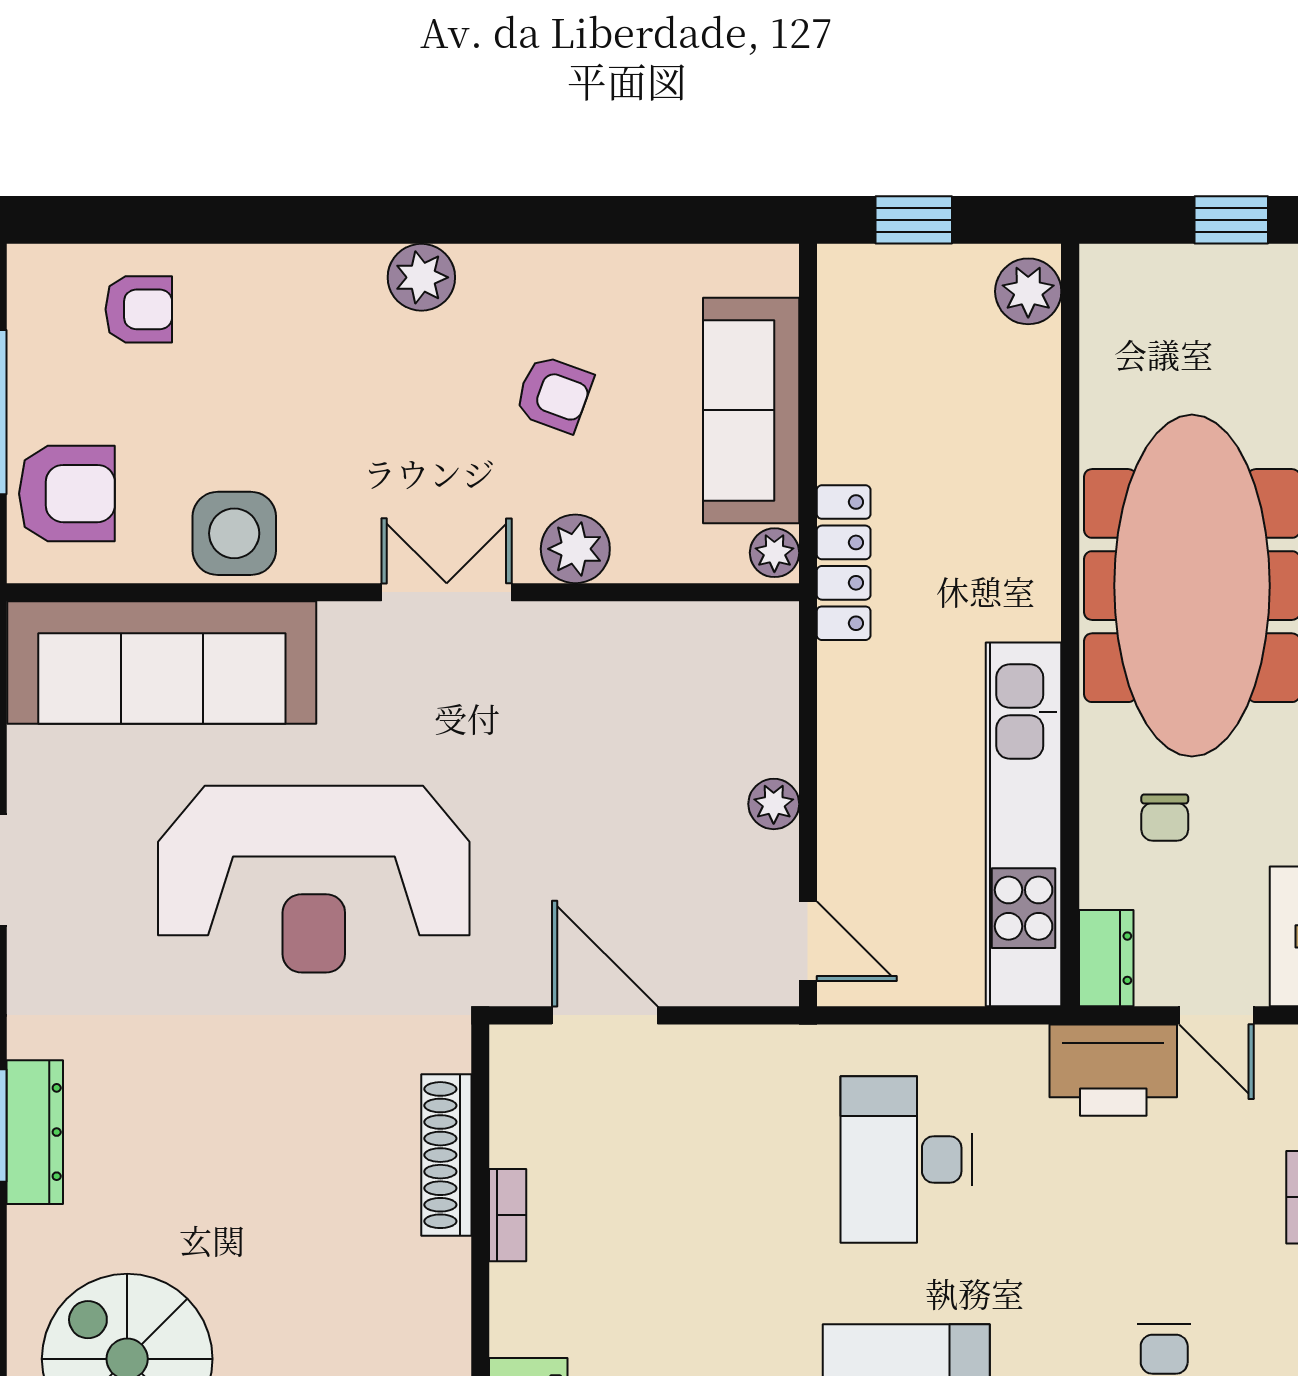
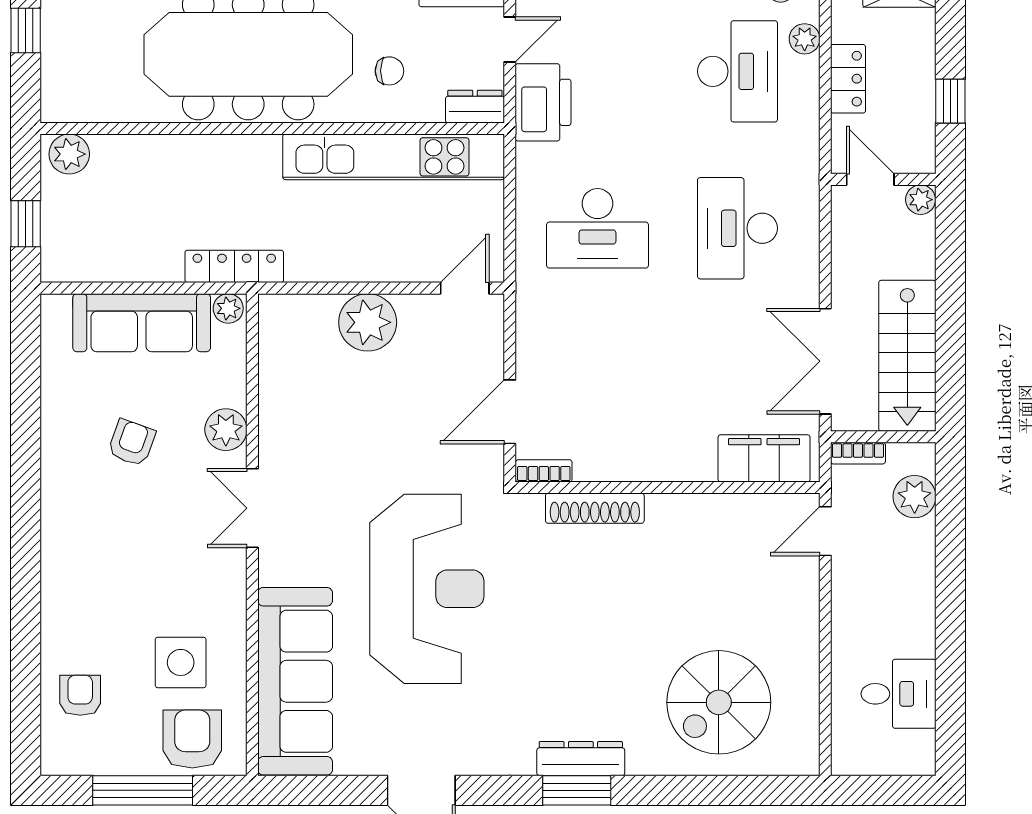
plant: (421, 277) -> (61, 523), removed
side table: (234, 533) -> (181, 662), moved
plant: (774, 804) -> (368, 322), width x1.87, depth x1.87
bookcase: (508, 1215) -> (544, 471), moved

